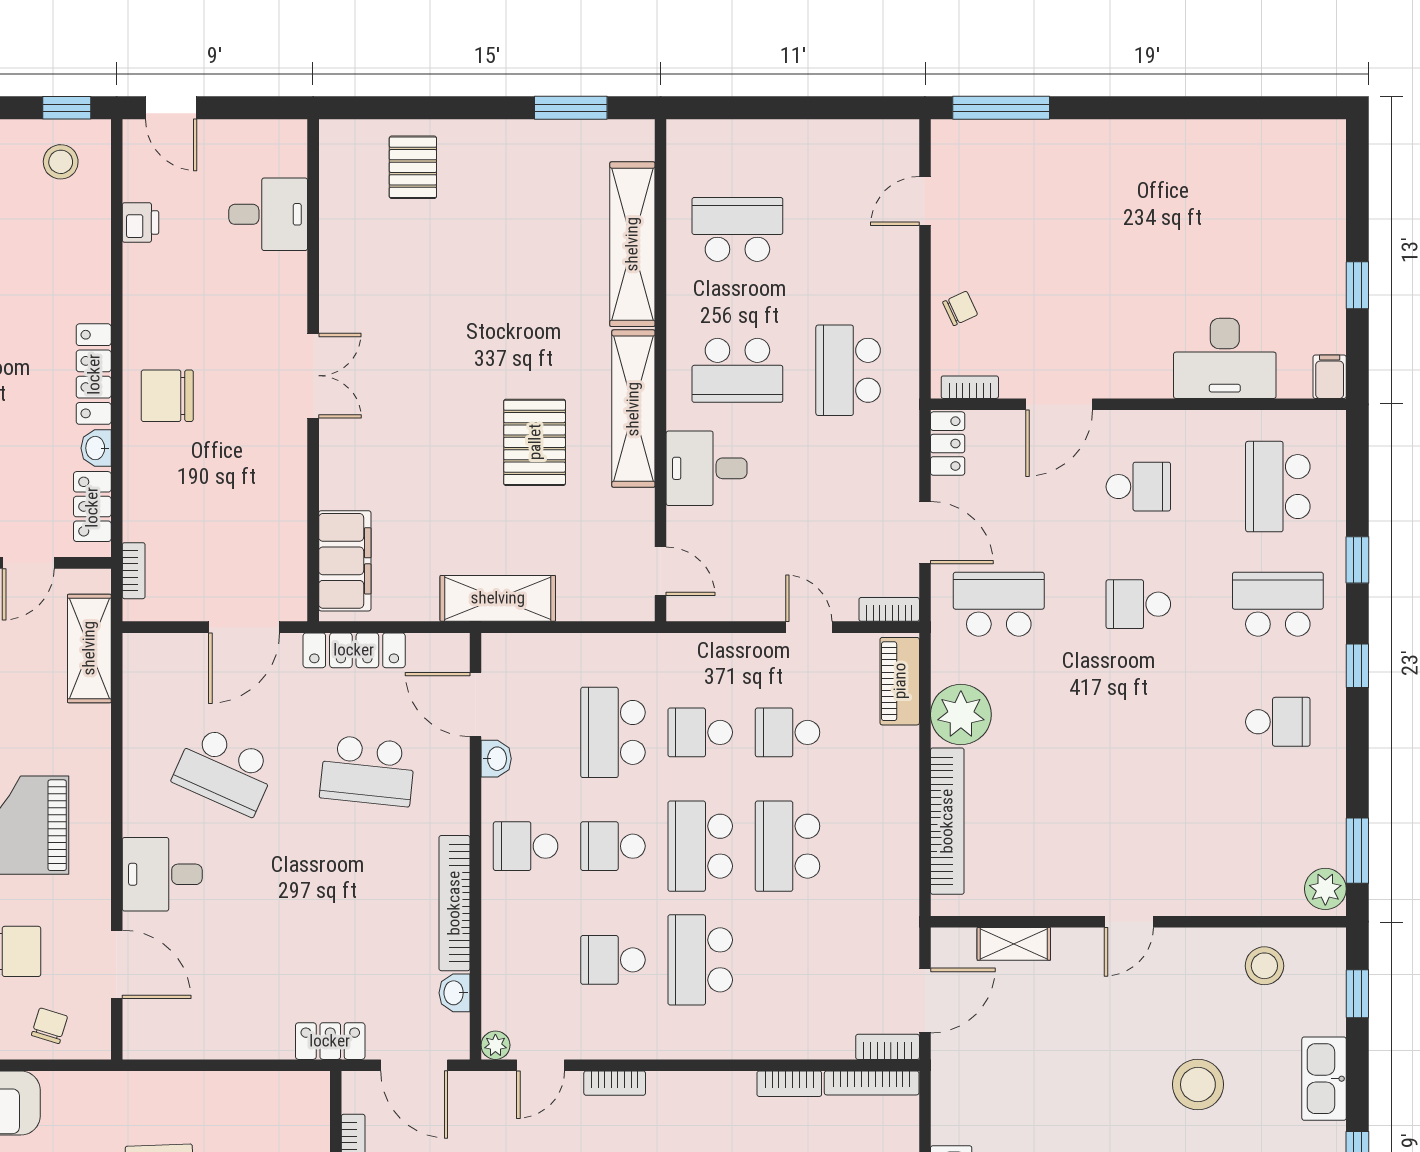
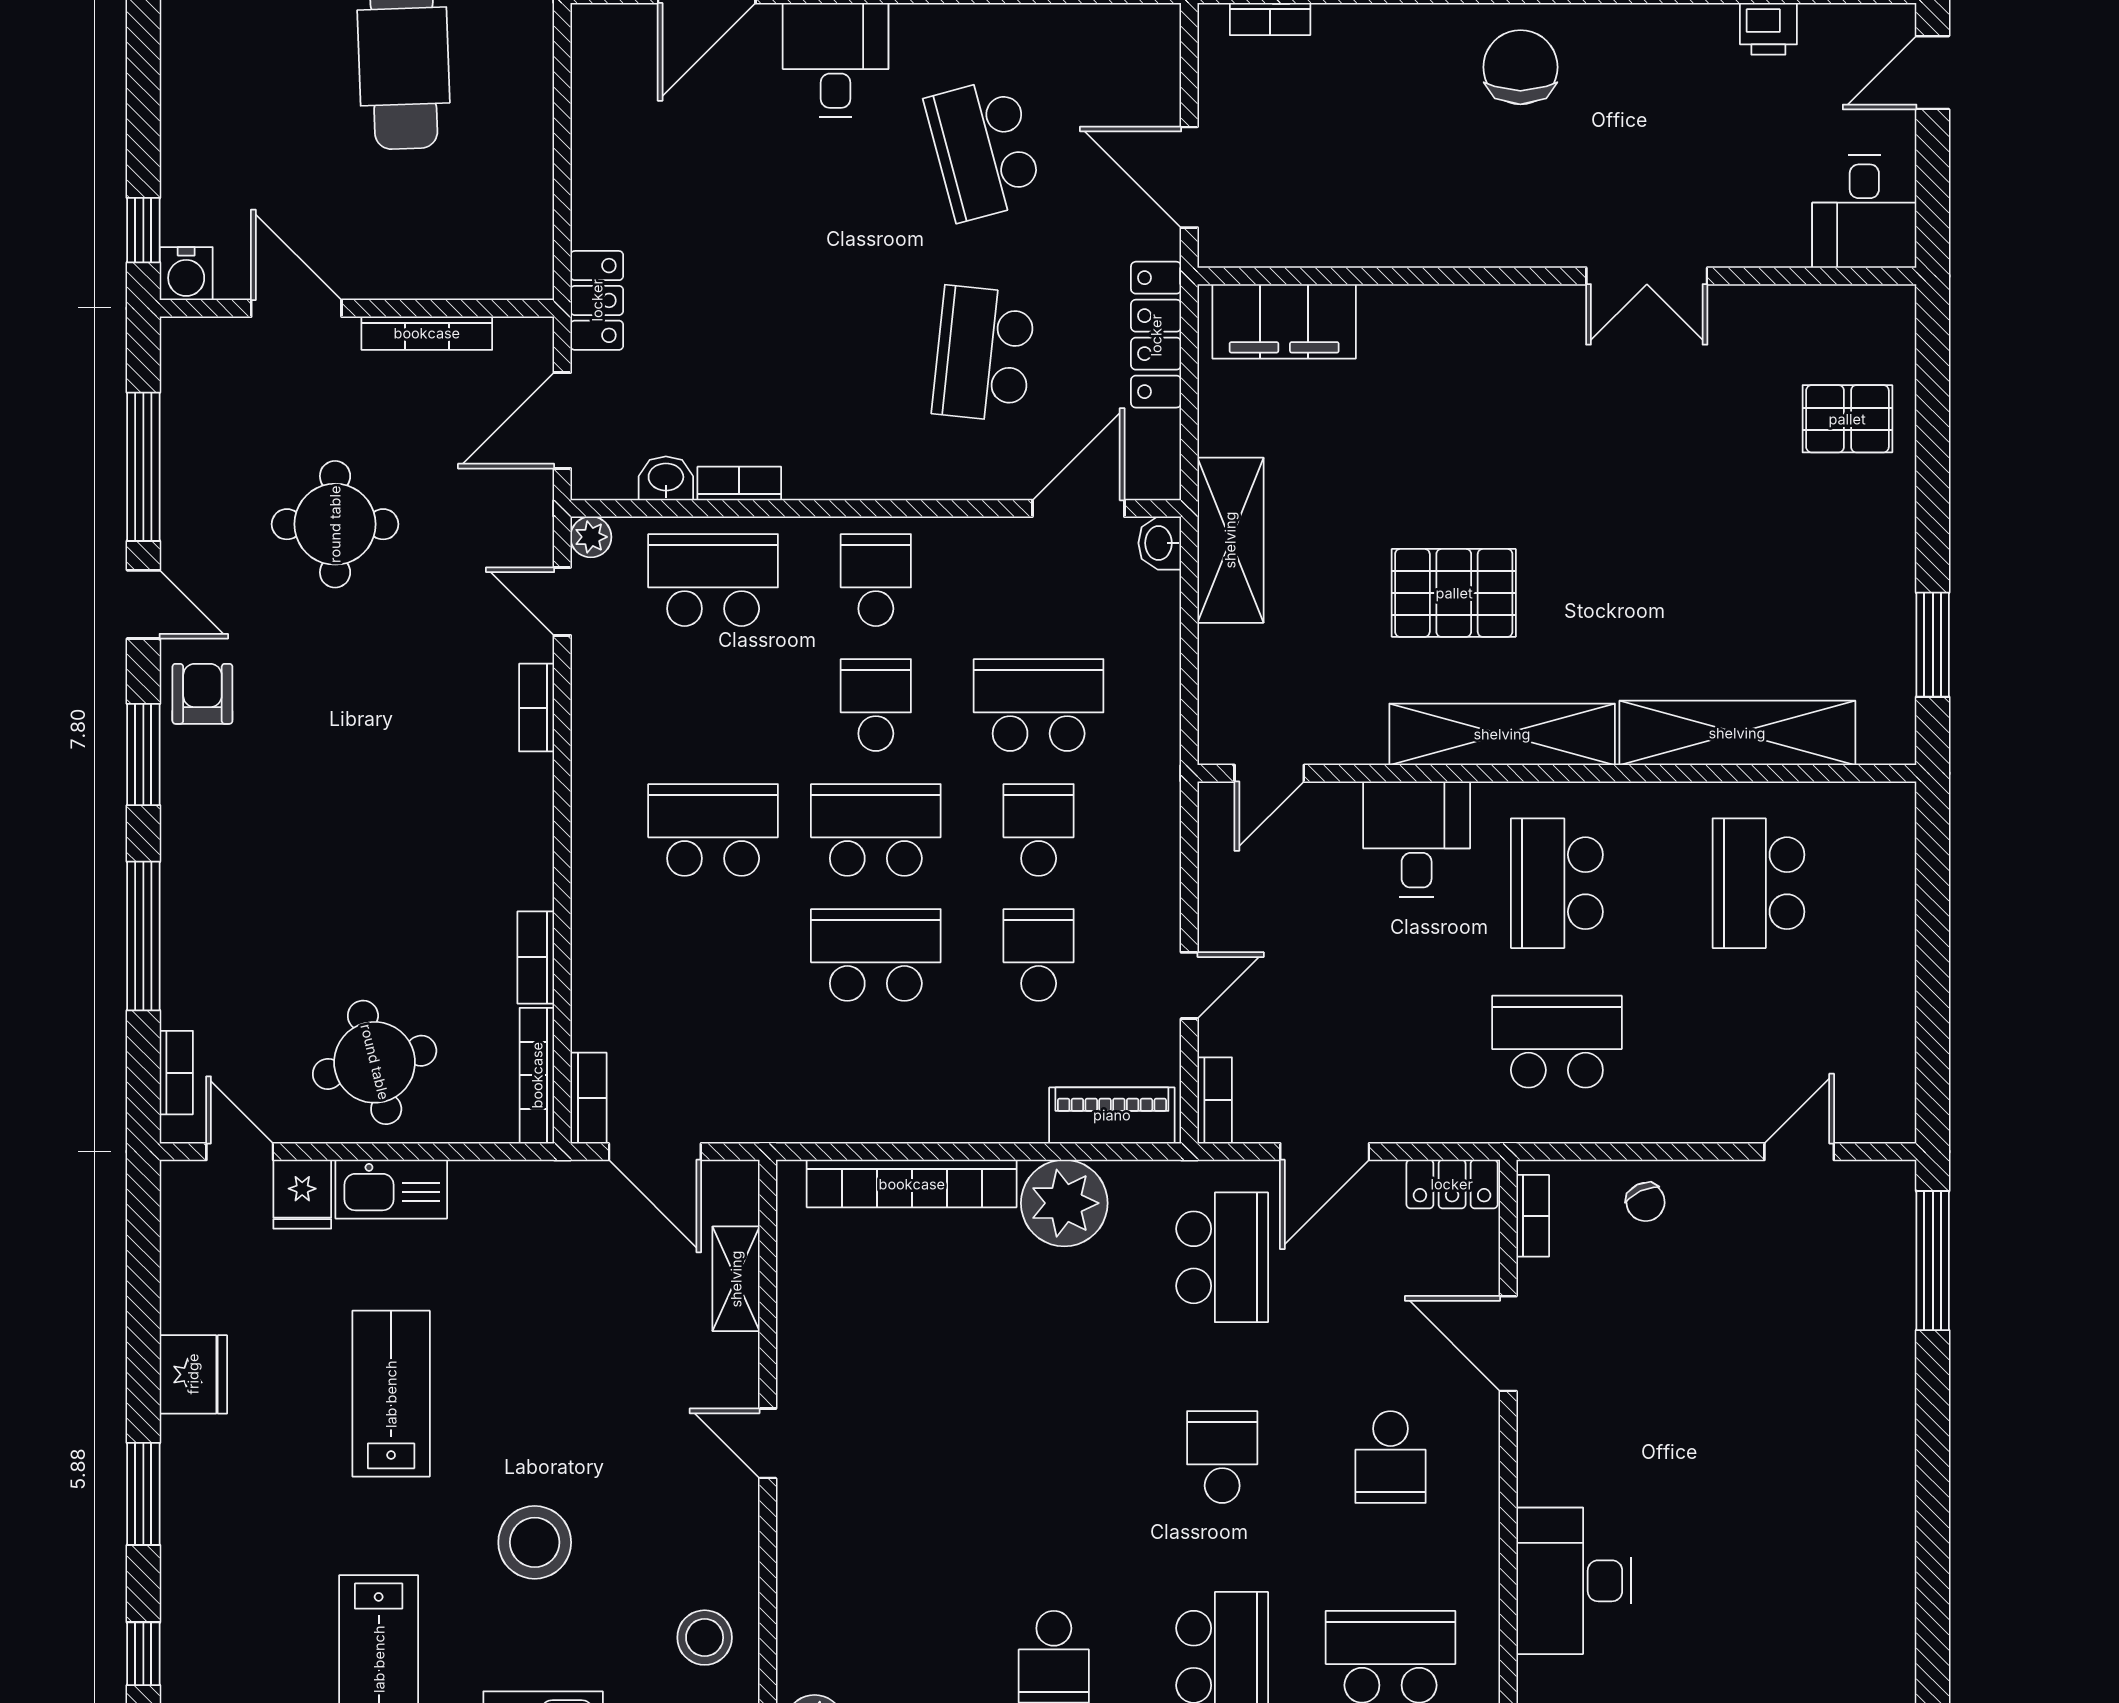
door: (925, 201) -> (1799, 1152), hinge flipped
desk: (268, 214) -> (1864, 212), moved
school desk: (737, 229) -> (1758, 883), turned 180
double door: (313, 376) -> (1647, 276), moved
washbasin: (496, 759) -> (1160, 543), moved, turned 90
school desk: (225, 771) -> (984, 149), turned -39
bookcase: (454, 903) -> (739, 483), width x0.43, depth x0.76
school desk: (613, 960) -> (713, 580), moved, width x1.85

